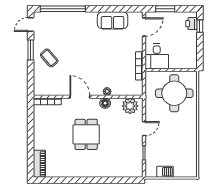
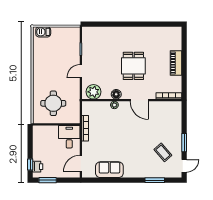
window: (63, 9) -> (155, 180), width x0.47
window: (165, 9) -> (48, 180), moved
coffee table: (49, 58) -> (163, 152), moved
round table: (174, 93) -> (53, 103), width x0.73, depth x0.73
piano: (39, 164) -> (176, 63), moved
barbecue: (165, 172) -> (43, 32), moved

